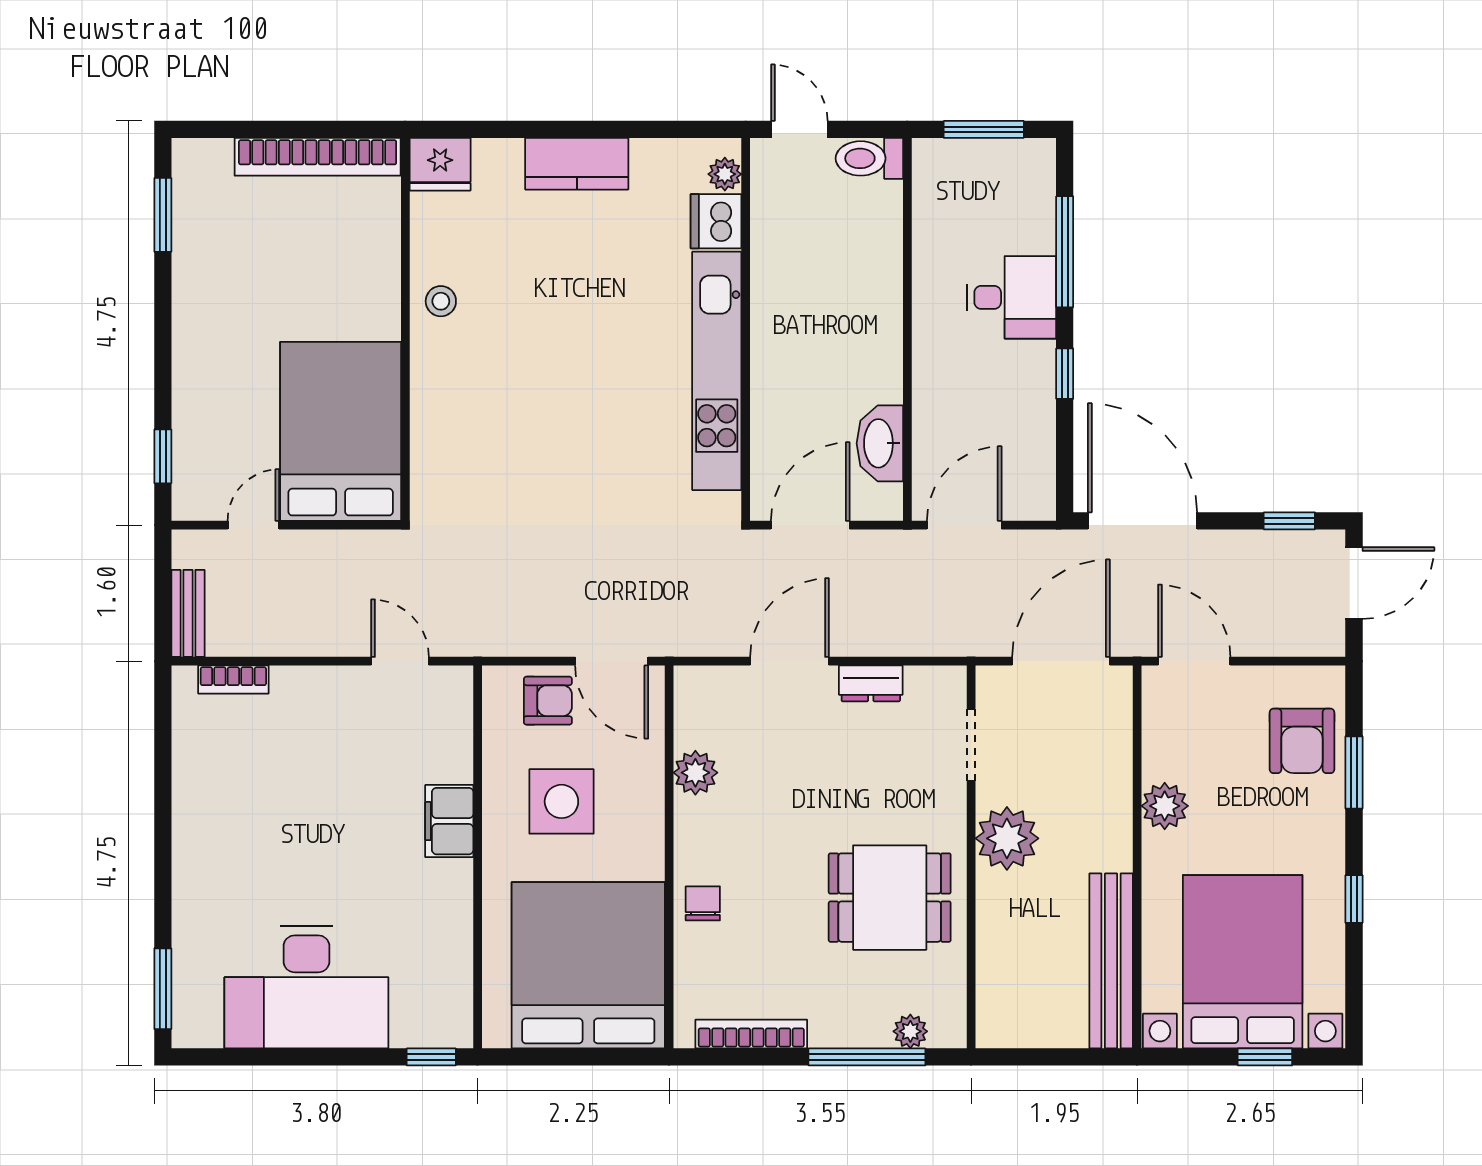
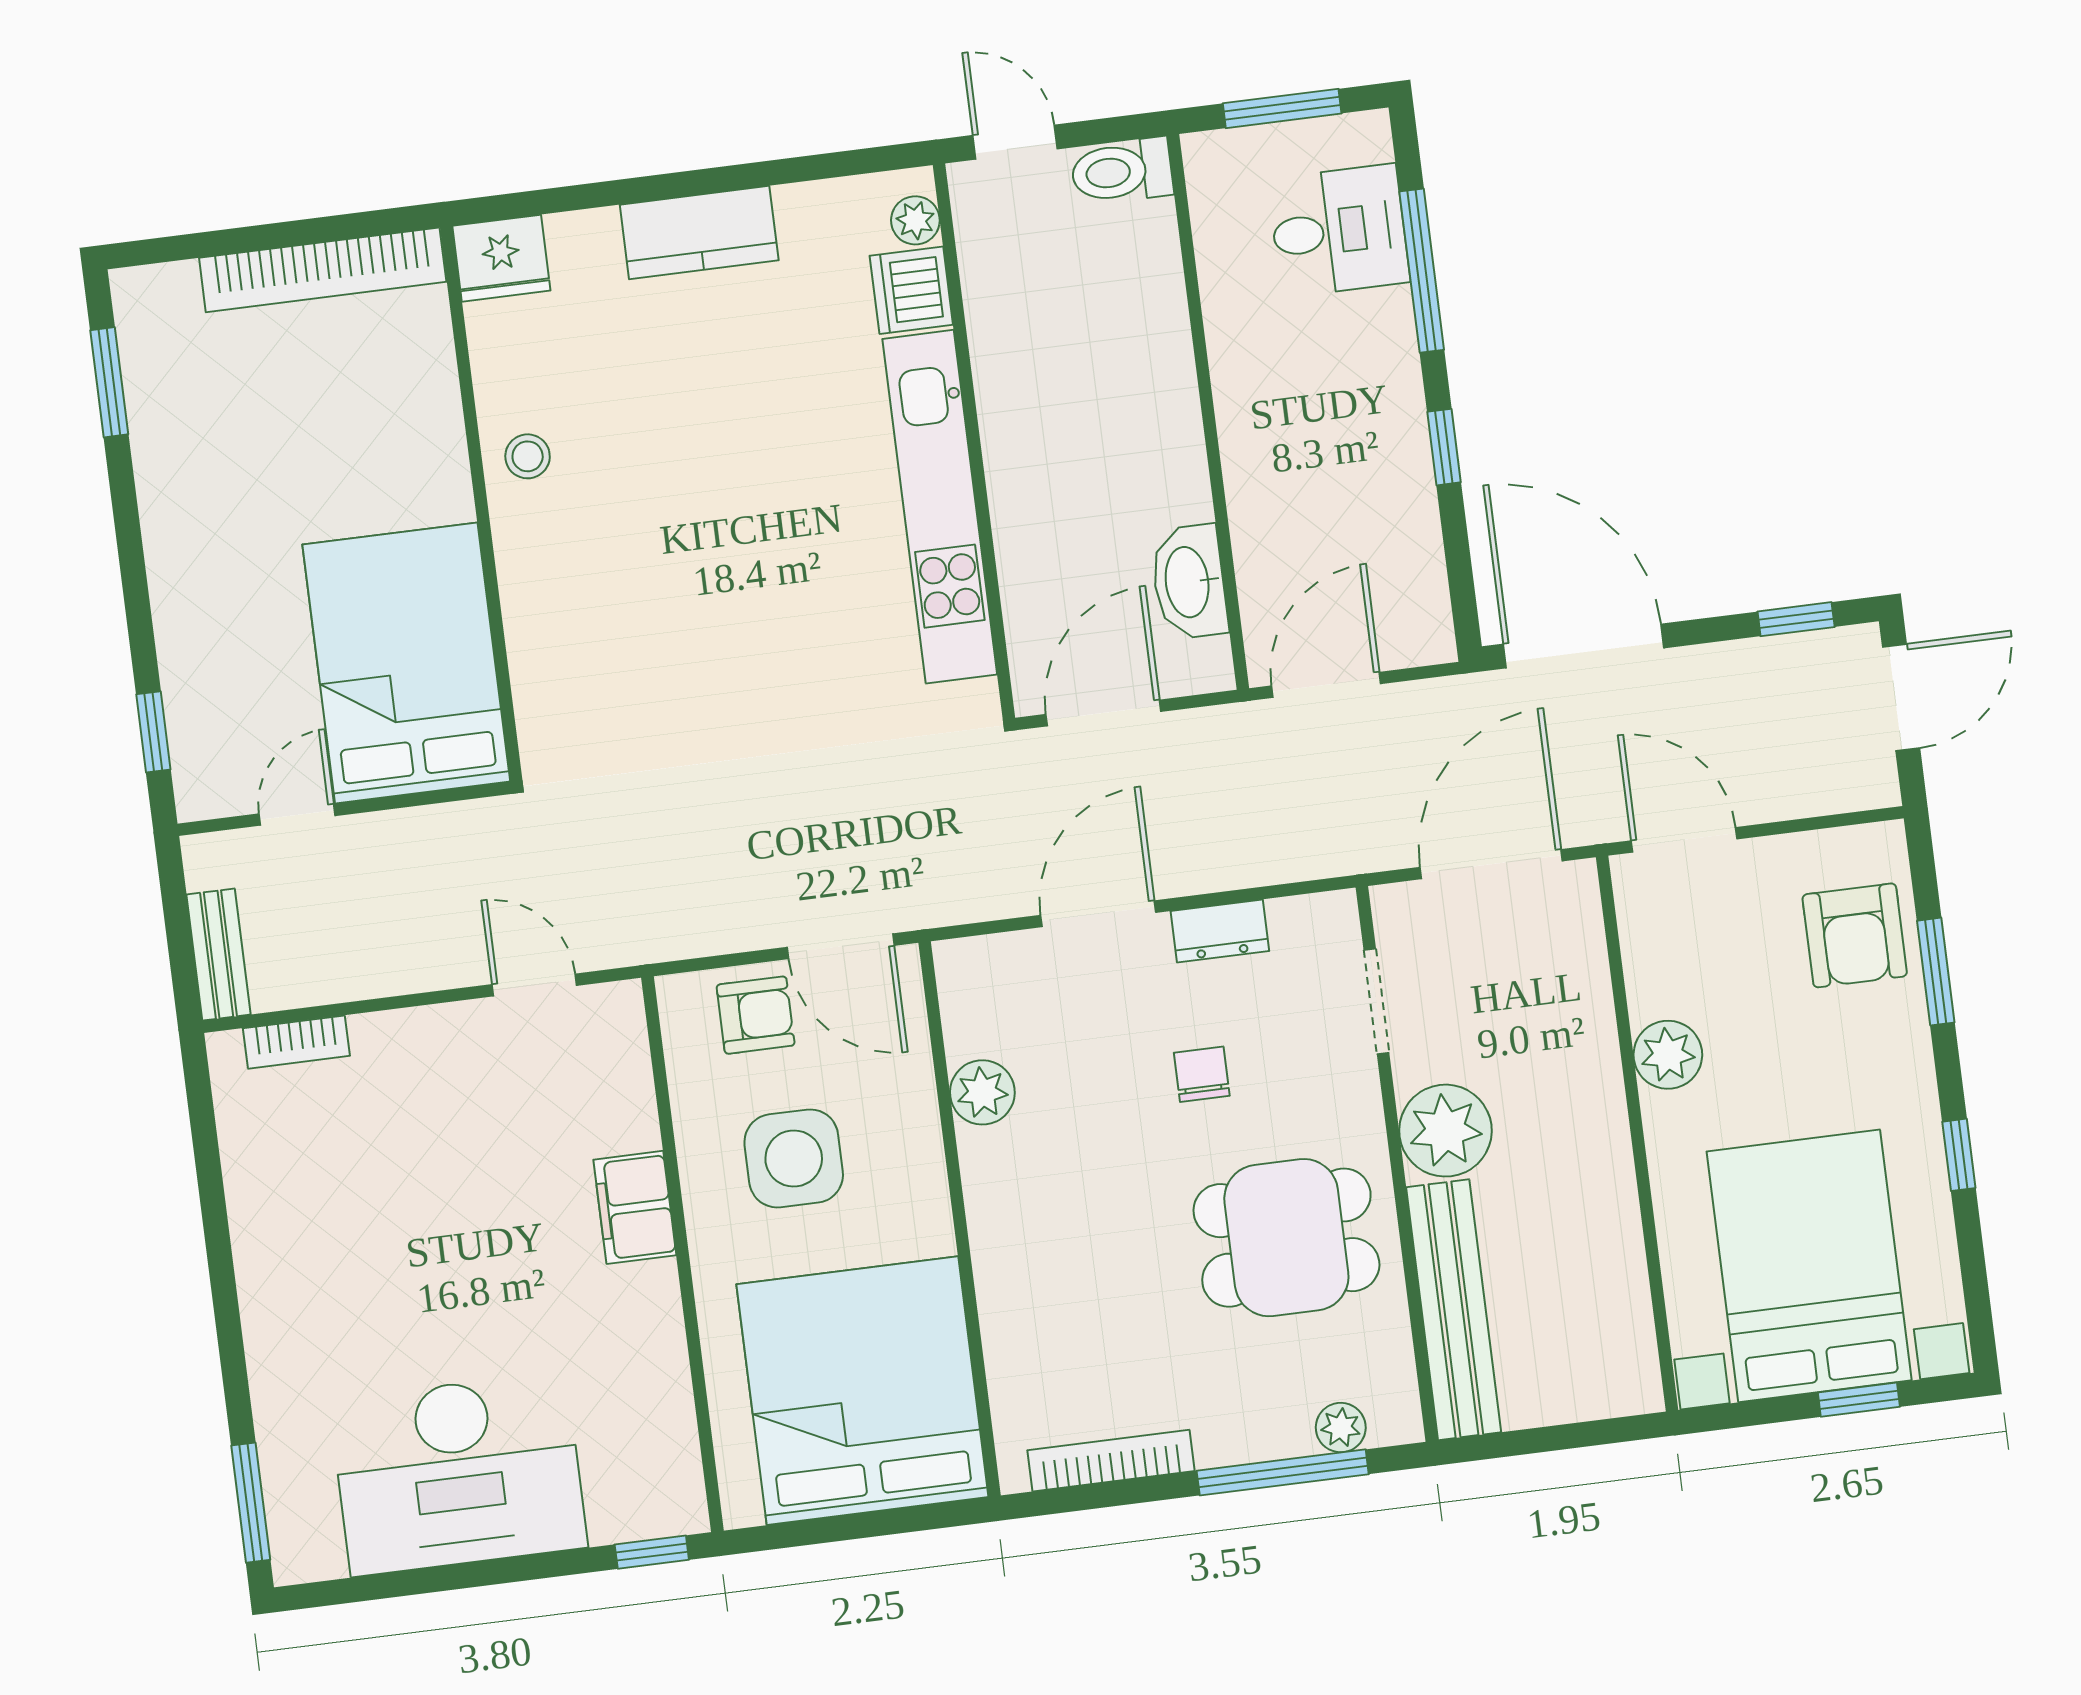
desk: (1012, 297) -> (1339, 231), moved
chair: (703, 903) -> (1202, 1074), moved
bench: (1111, 961) -> (1454, 1310), moved

